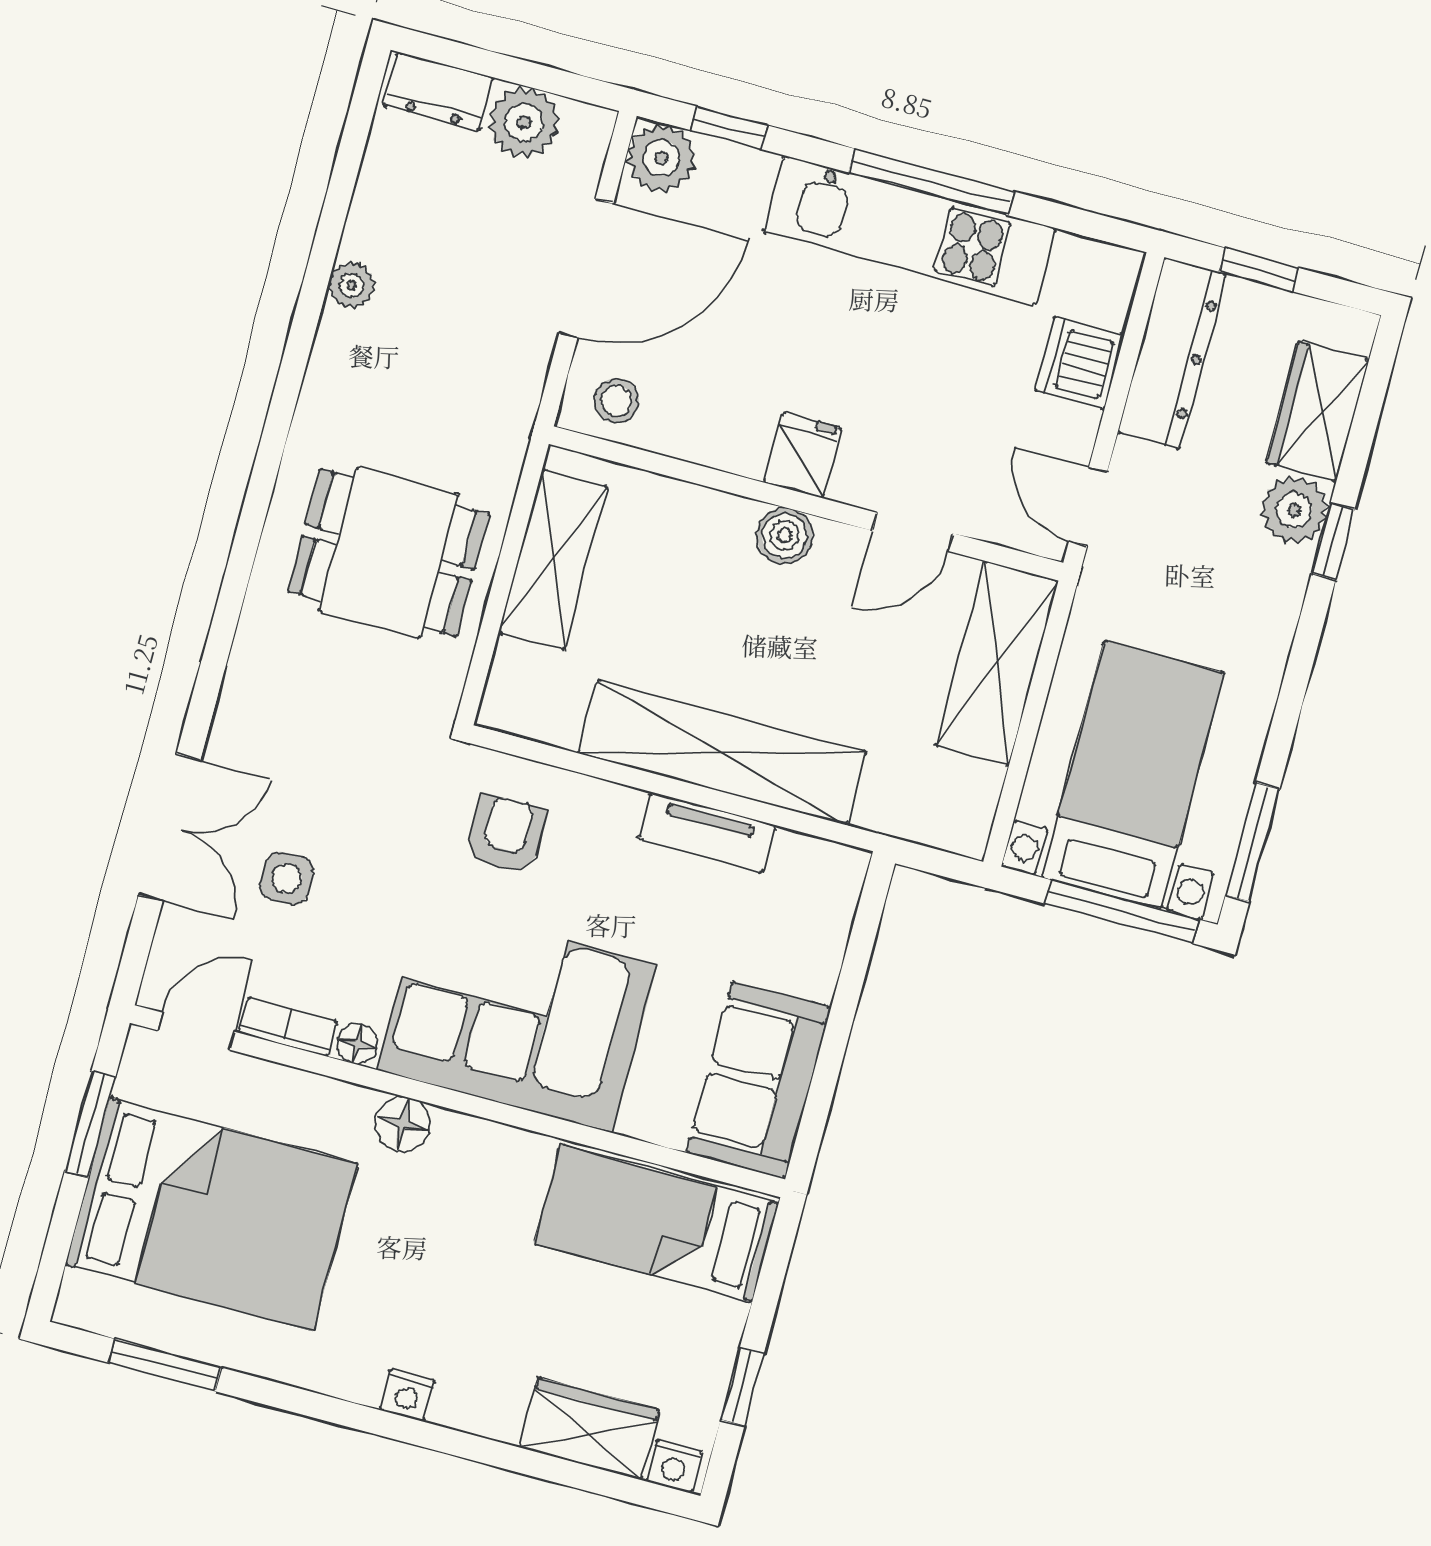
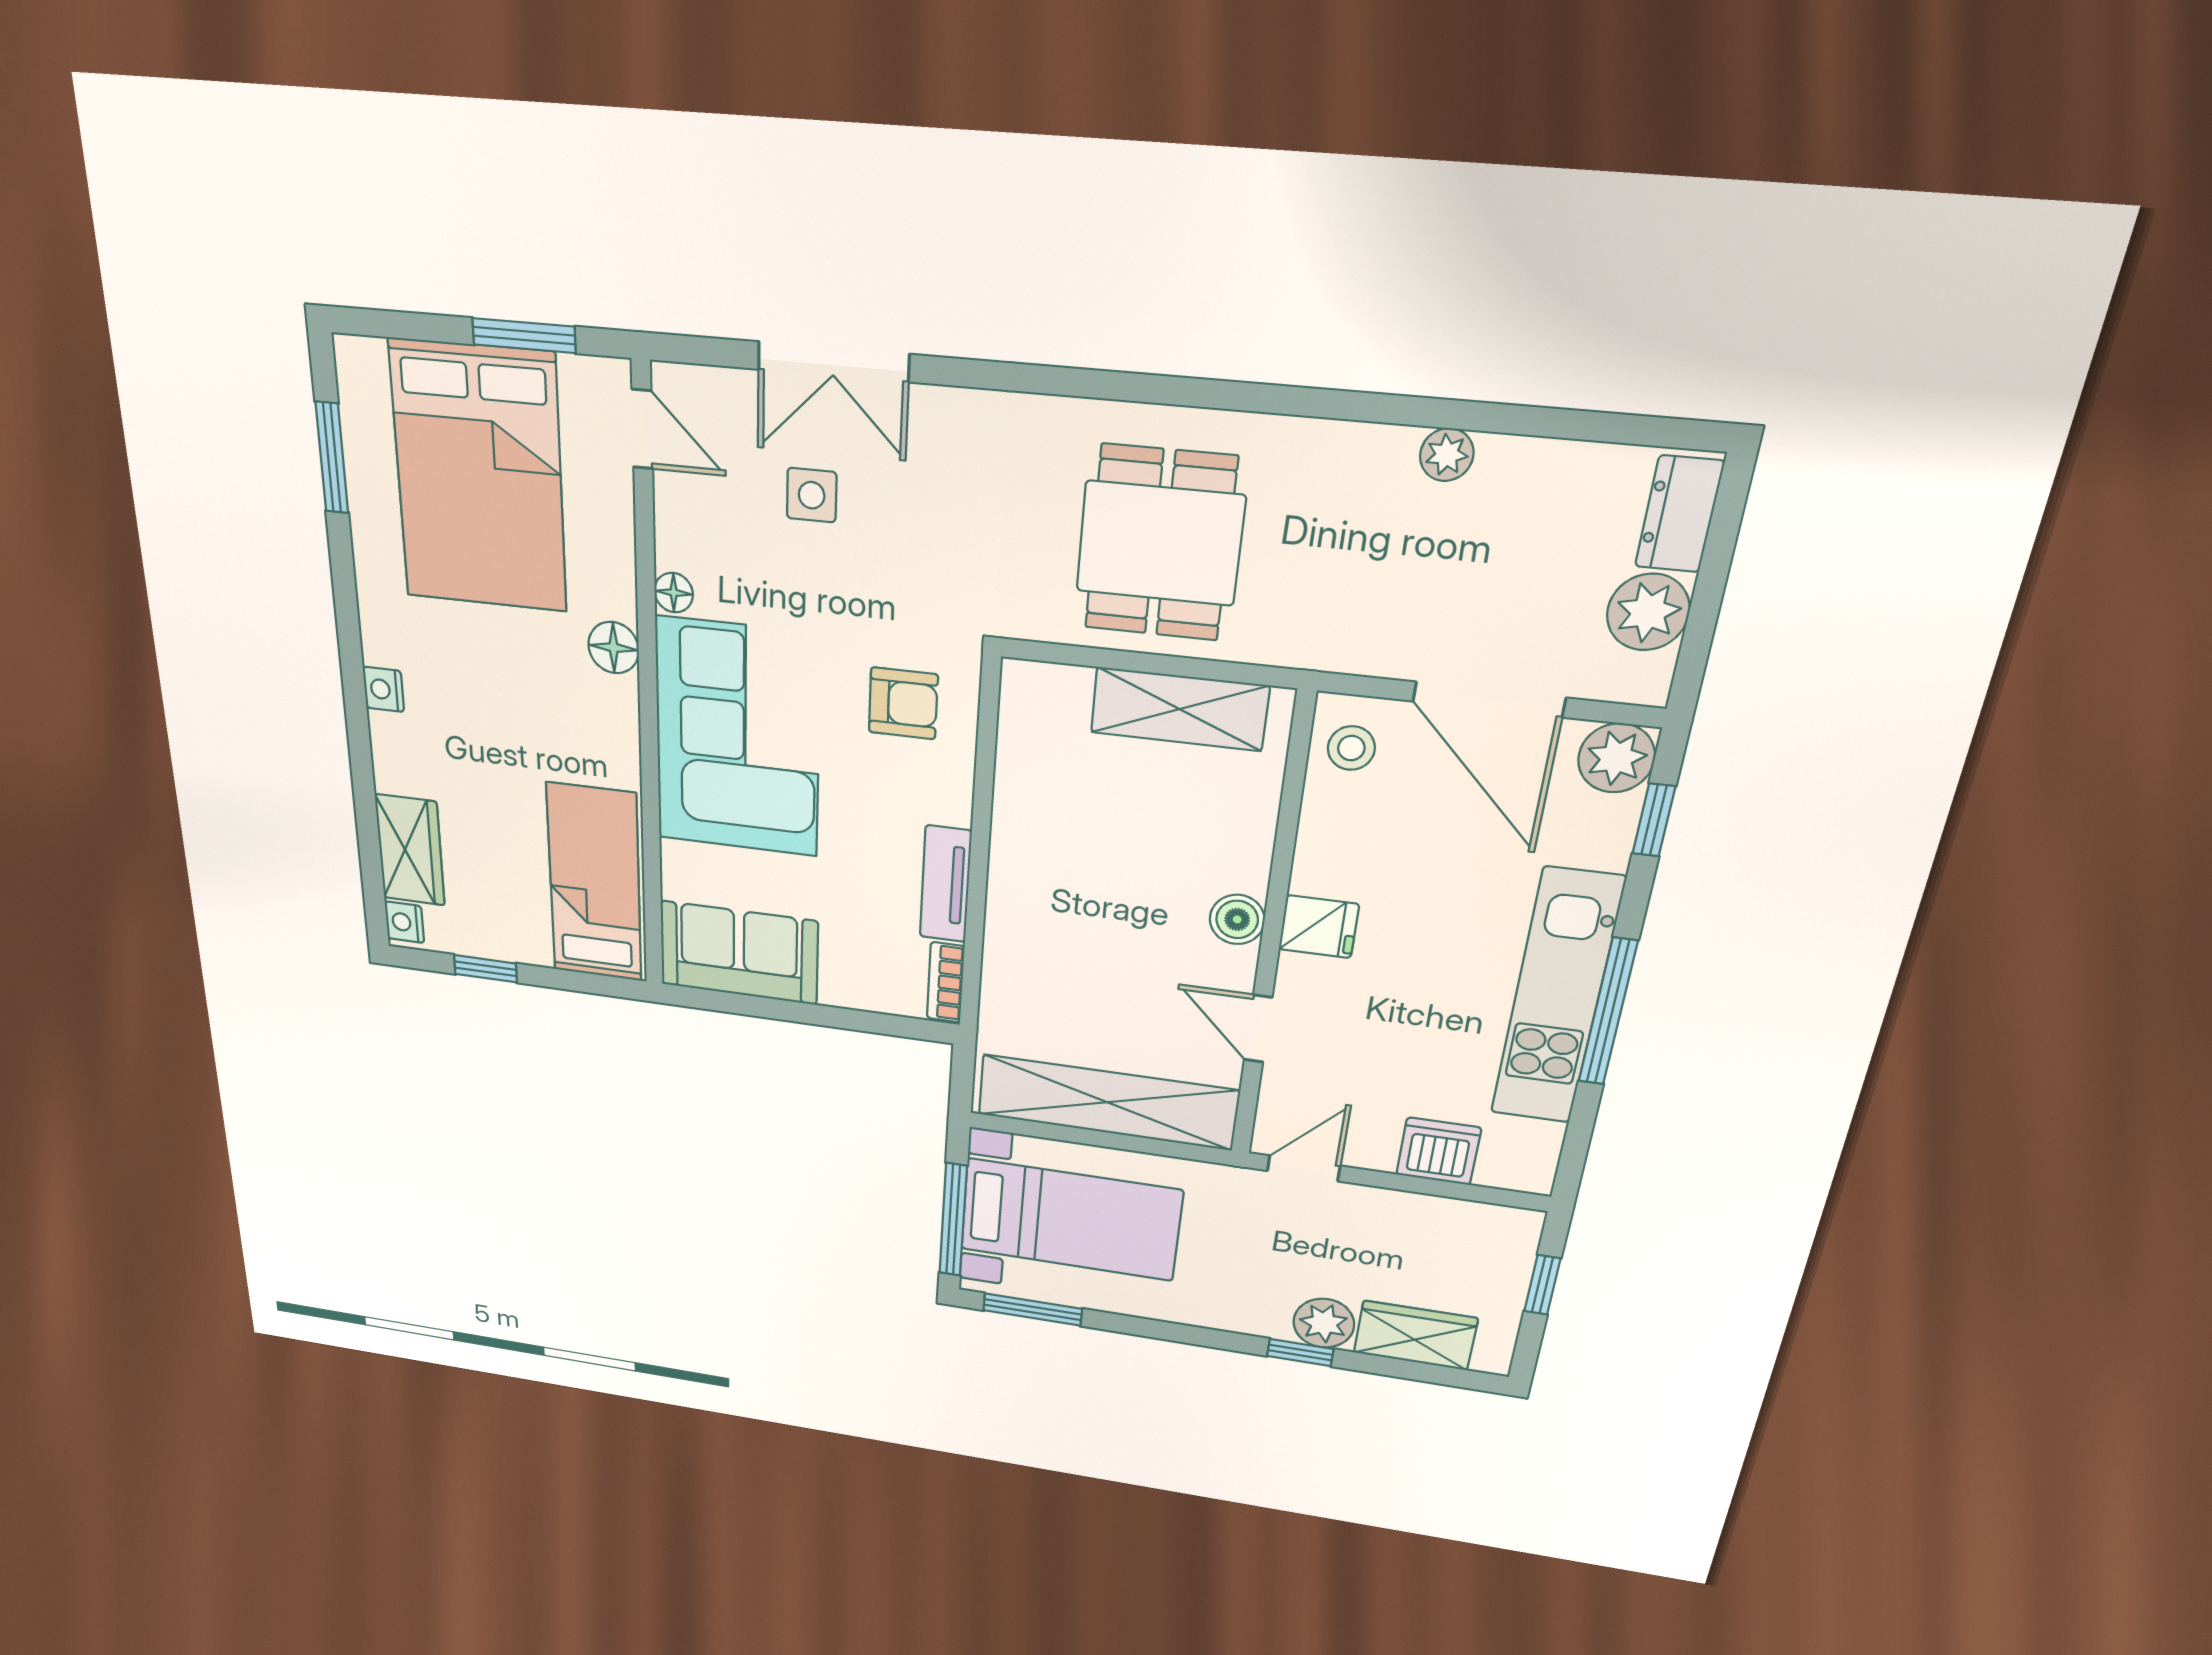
dresser: (1172, 353) -> (1456, 1223), removed
shelving: (997, 663) -> (1107, 1102), width x1.47
shelving: (722, 753) -> (1022, 888), removed
bookcase: (288, 1027) -> (946, 982), moved, turned 180

